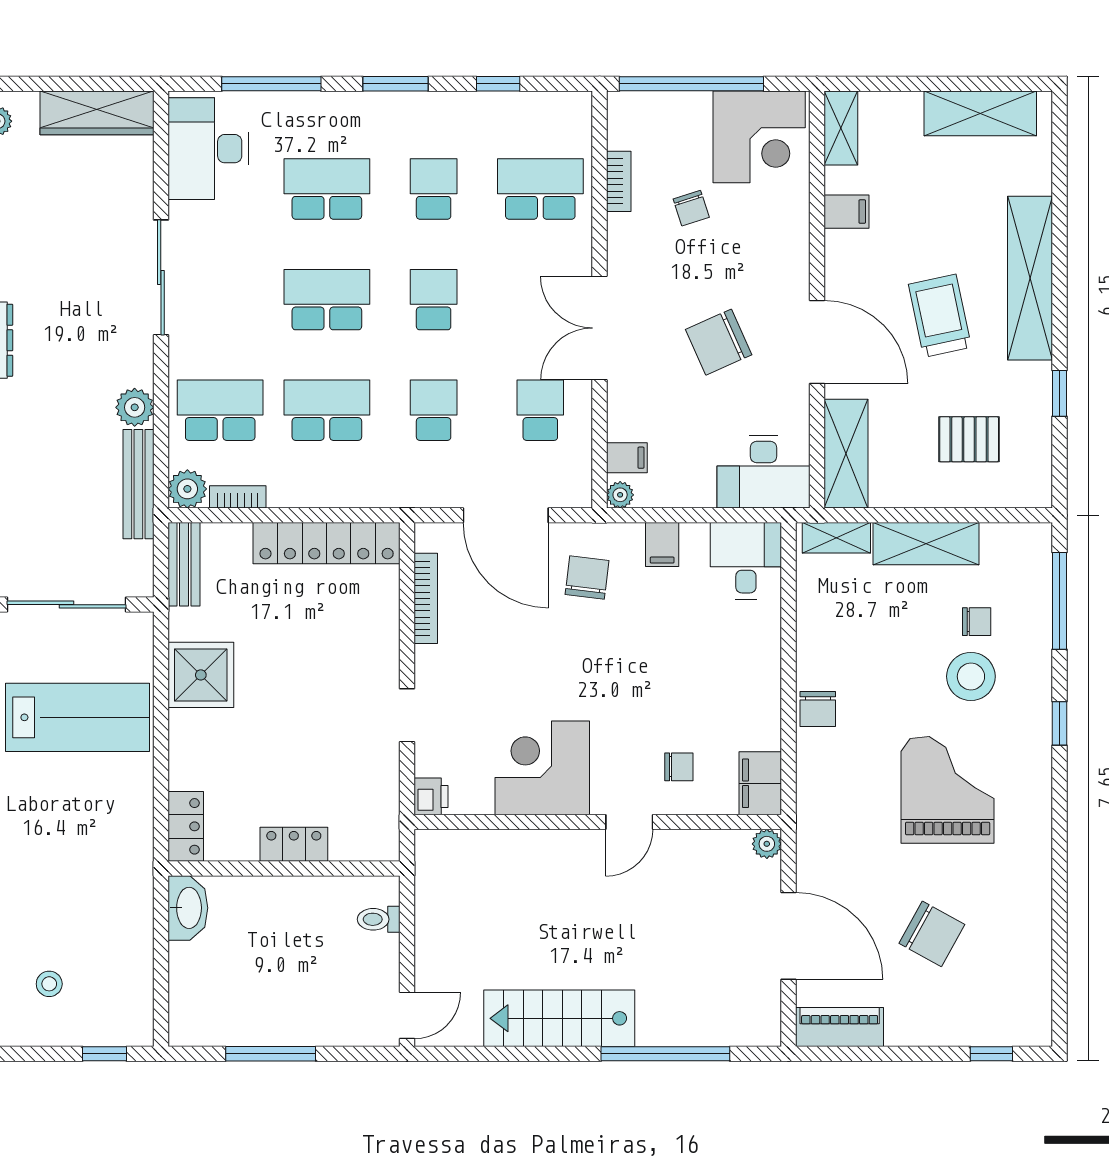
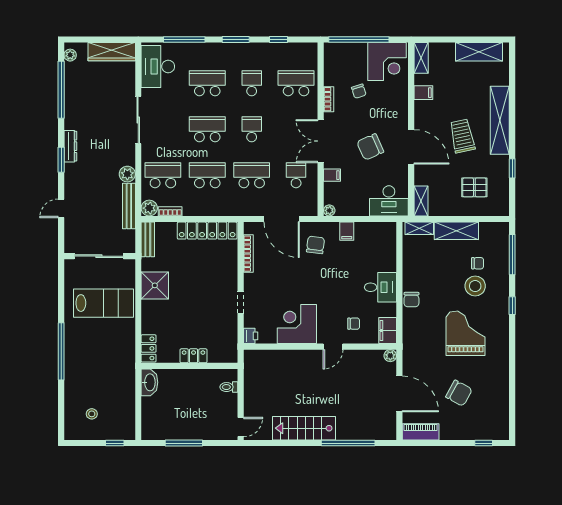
bookcase: (619, 181) -> (329, 99), moved
school desk: (434, 410) -> (252, 175), width x1.85
shelving: (846, 454) -> (421, 201), width x0.67, depth x0.75
filing cabinet: (627, 458) -> (332, 175), moved
desk: (746, 561) -> (380, 287), moved, turned 90

